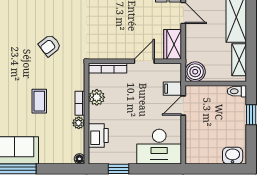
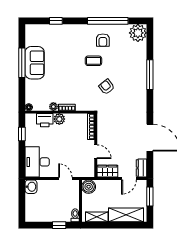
filing cabinet: (172, 89) -> (77, 171), removed
plant: (97, 97) -> (59, 119), moved
coffee table: (39, 101) -> (93, 61), moved
washbasin: (233, 156) -> (31, 187), moved

